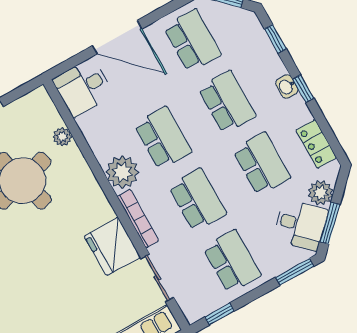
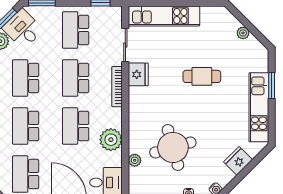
plant: (122, 172) -> (111, 140), moved
fridge: (112, 247) -> (138, 74), width x0.73, depth x0.75
cafe table: (37, 293) -> (202, 76), added

